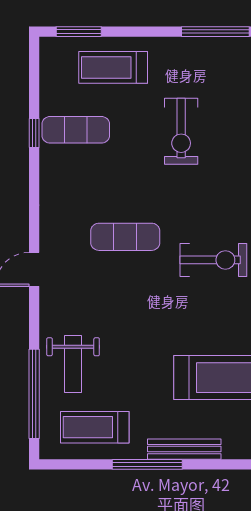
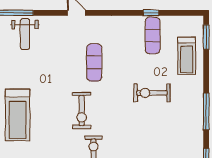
treadmill: (113, 67) -> (187, 56), turned 180
weight bench: (73, 364) -> (25, 34), turned -90

